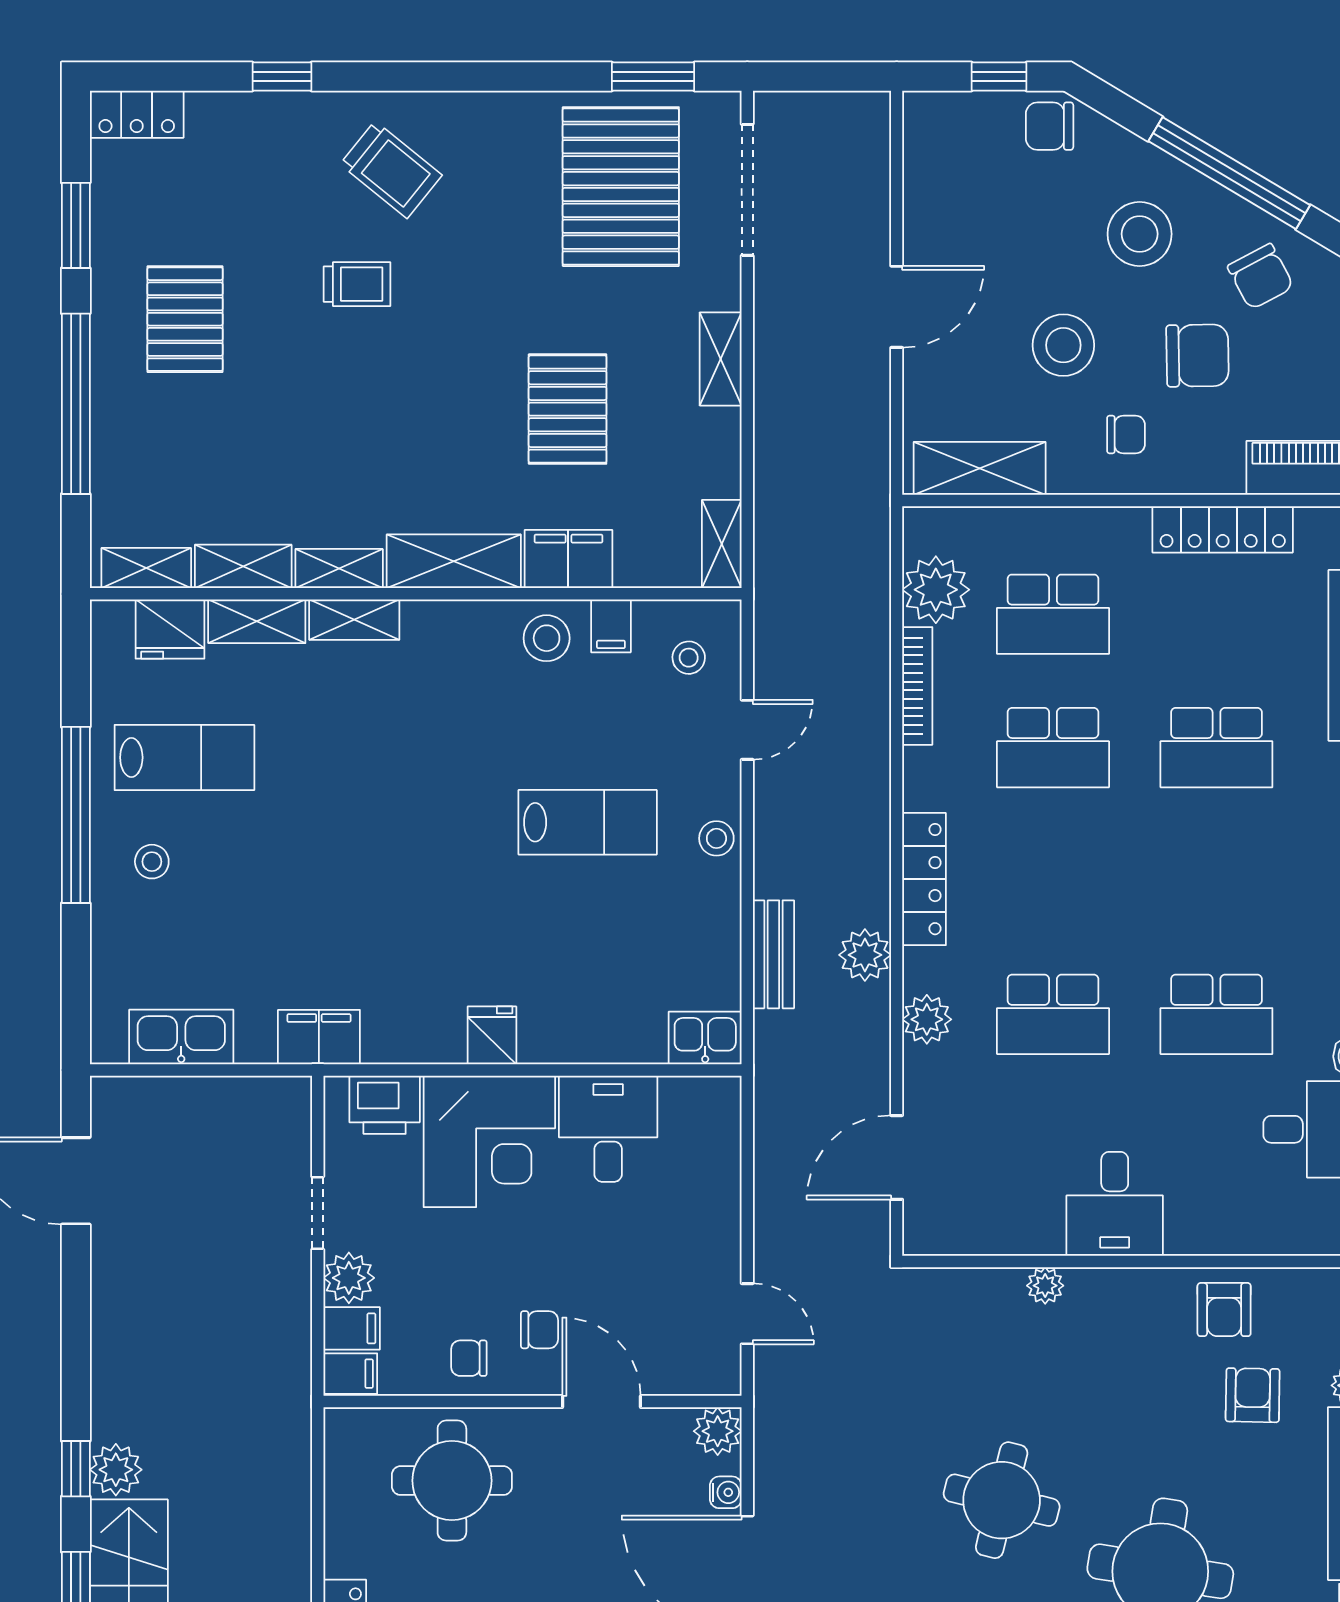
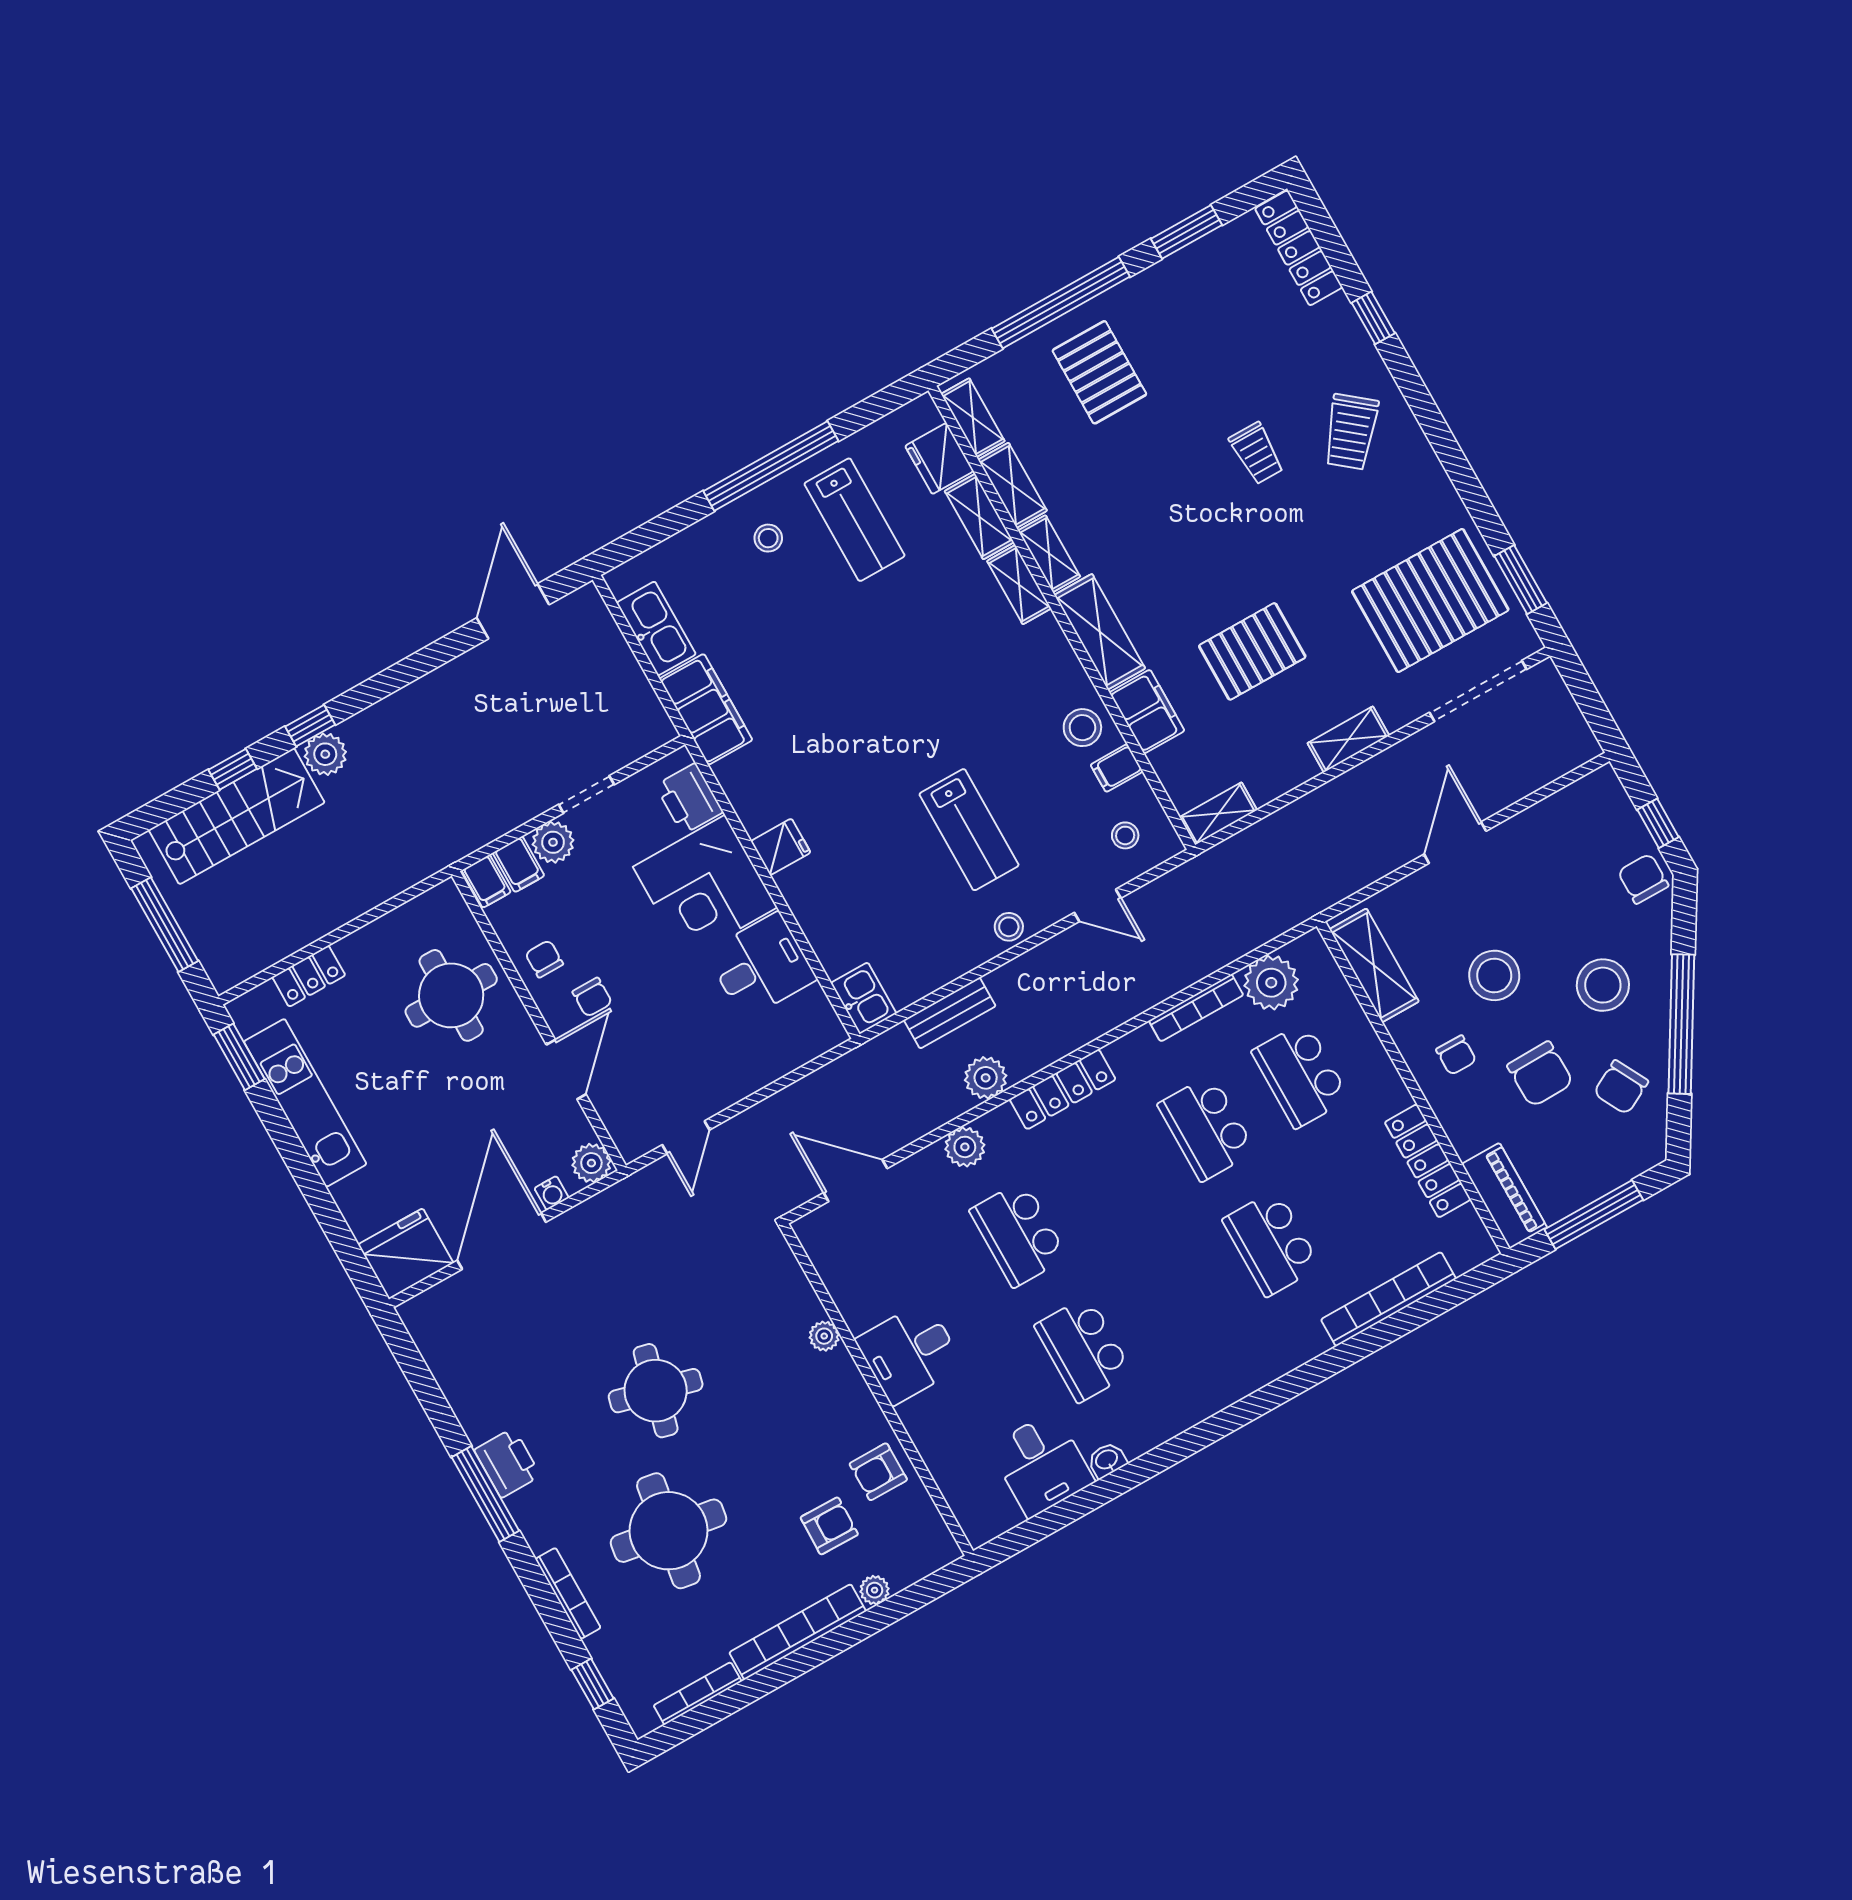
locker: (137, 114) -> (1299, 248), width x1.53
door: (897, 307) -> (1455, 843), swing flipped
pallet: (185, 319) -> (1099, 372), moved, turned 90
filing cabinet: (319, 1037) -> (706, 709), width x1.50, depth x1.17

